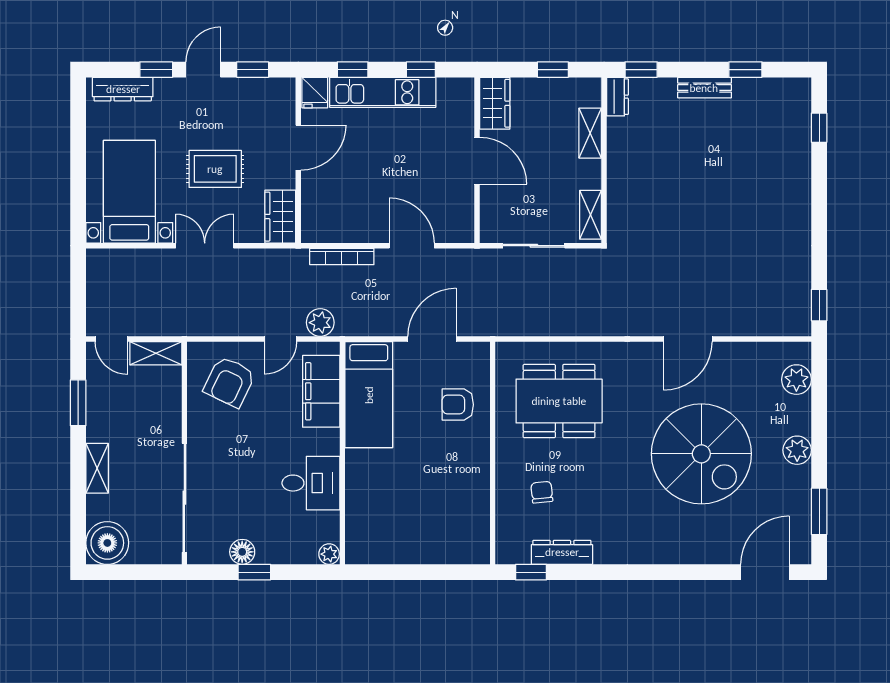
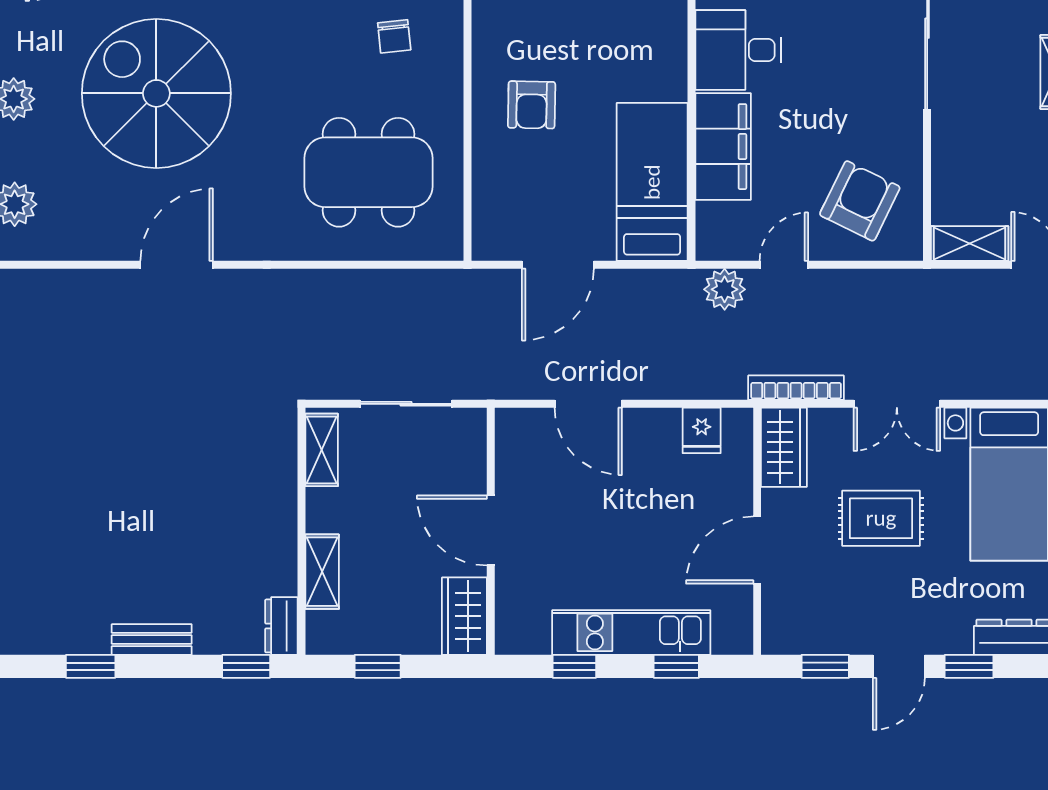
fridge: (315, 93) -> (702, 430), moved, turned 180
bookcase: (342, 257) -> (796, 388), moved
filing cabinet: (321, 391) -> (723, 147), moved
armchair: (458, 405) -> (532, 105), moved, turned 91

